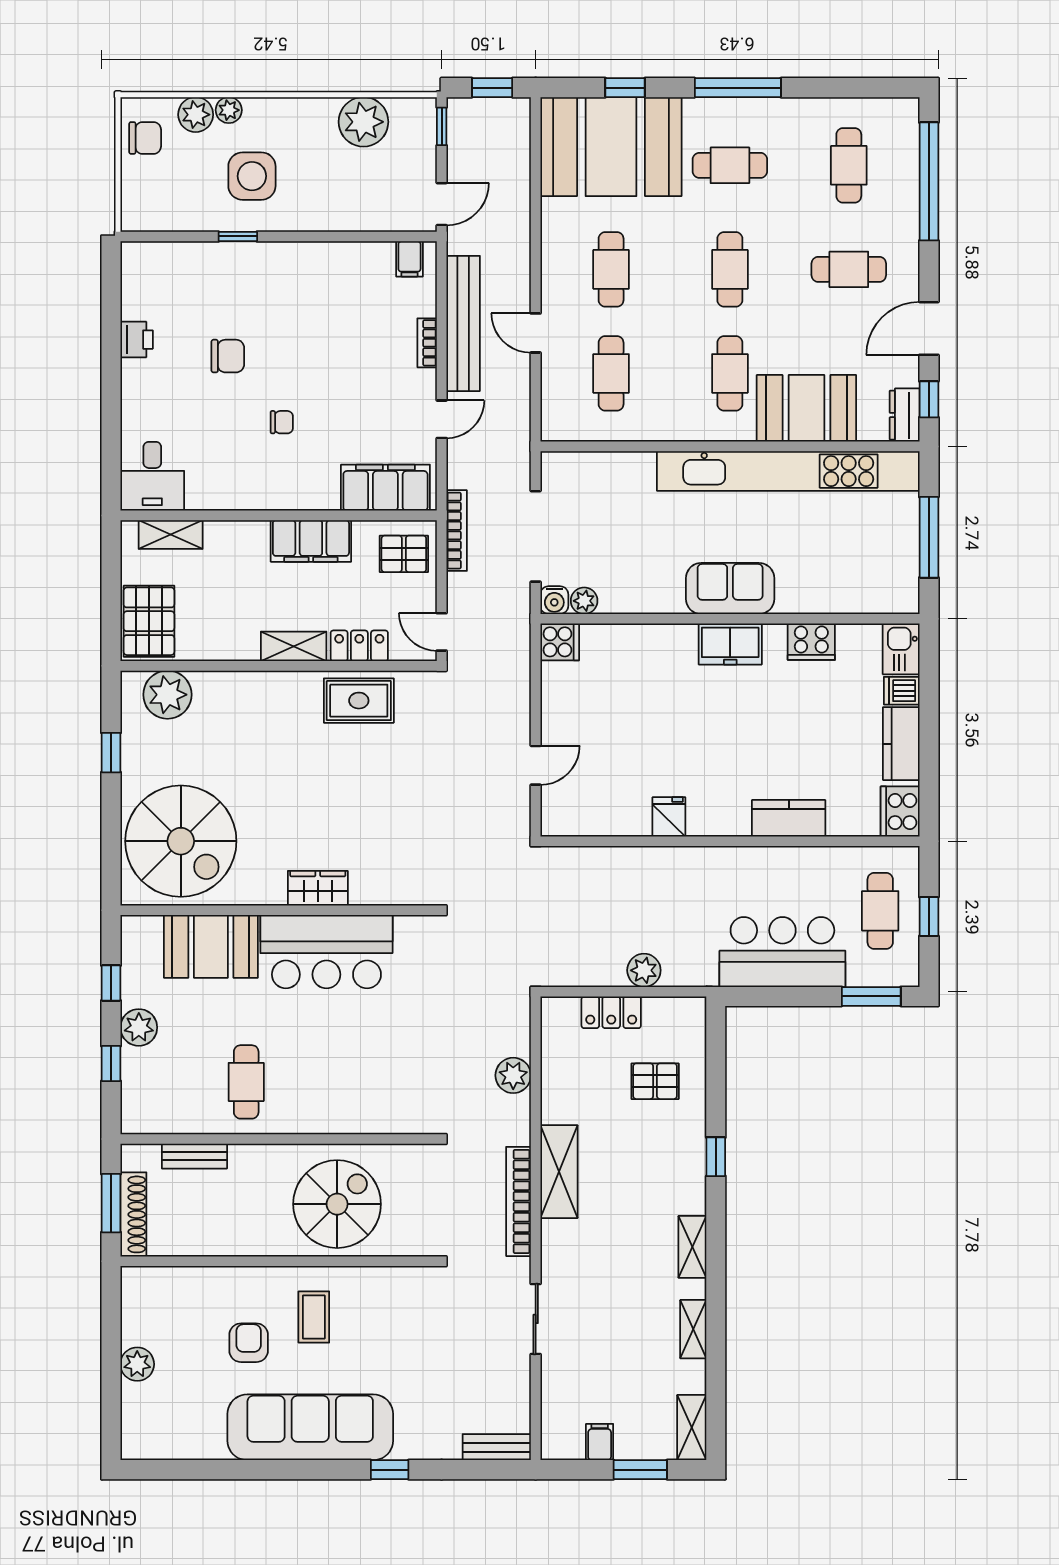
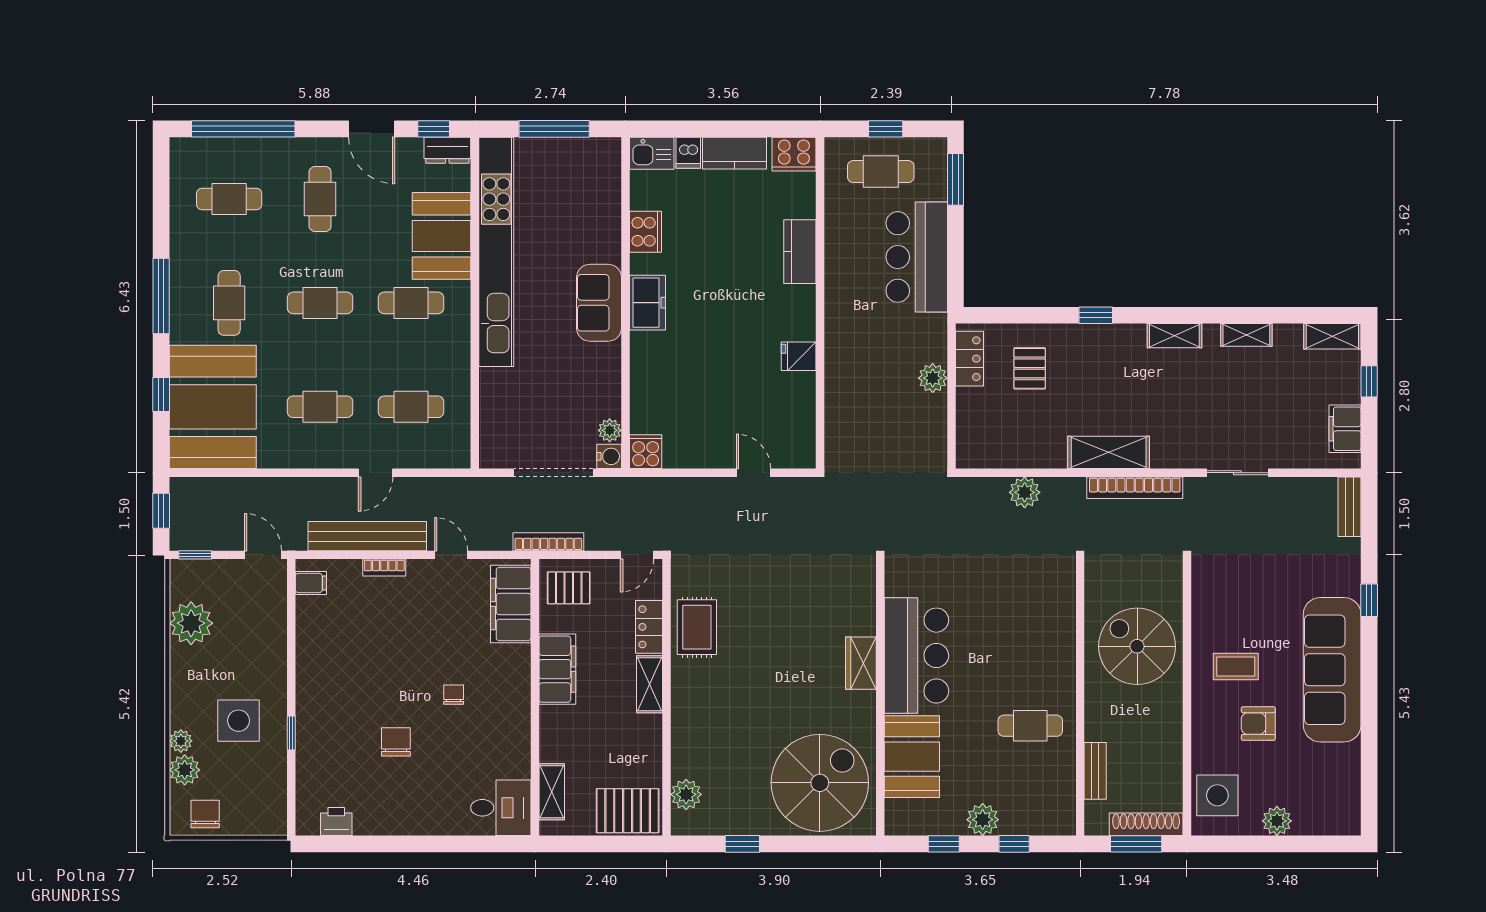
printer: (137, 340) -> (336, 821), moved
pallet: (404, 554) -> (569, 588), turned 90
plant: (167, 695) -> (686, 794), width x0.73, depth x0.73
locker: (611, 1012) -> (969, 359), moved
side table: (167, 1296) -> (1217, 795), added
filing cabinet: (600, 1442) -> (1345, 429), width x2.00
window: (640, 1470) -> (1369, 381), width x0.67

